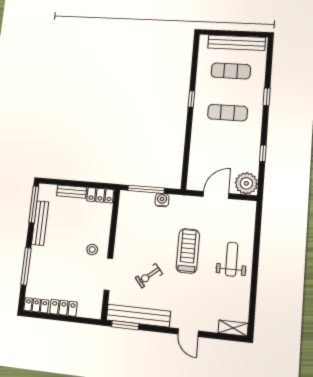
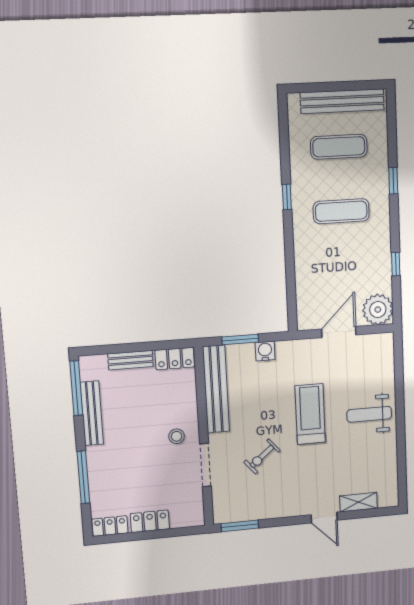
window: (146, 189) -> (240, 339), width x0.69
weight bench: (232, 259) -> (369, 414), turned -90
bench: (138, 316) -> (216, 389), moved, turned 90
shelving: (233, 328) -> (359, 502), moved

